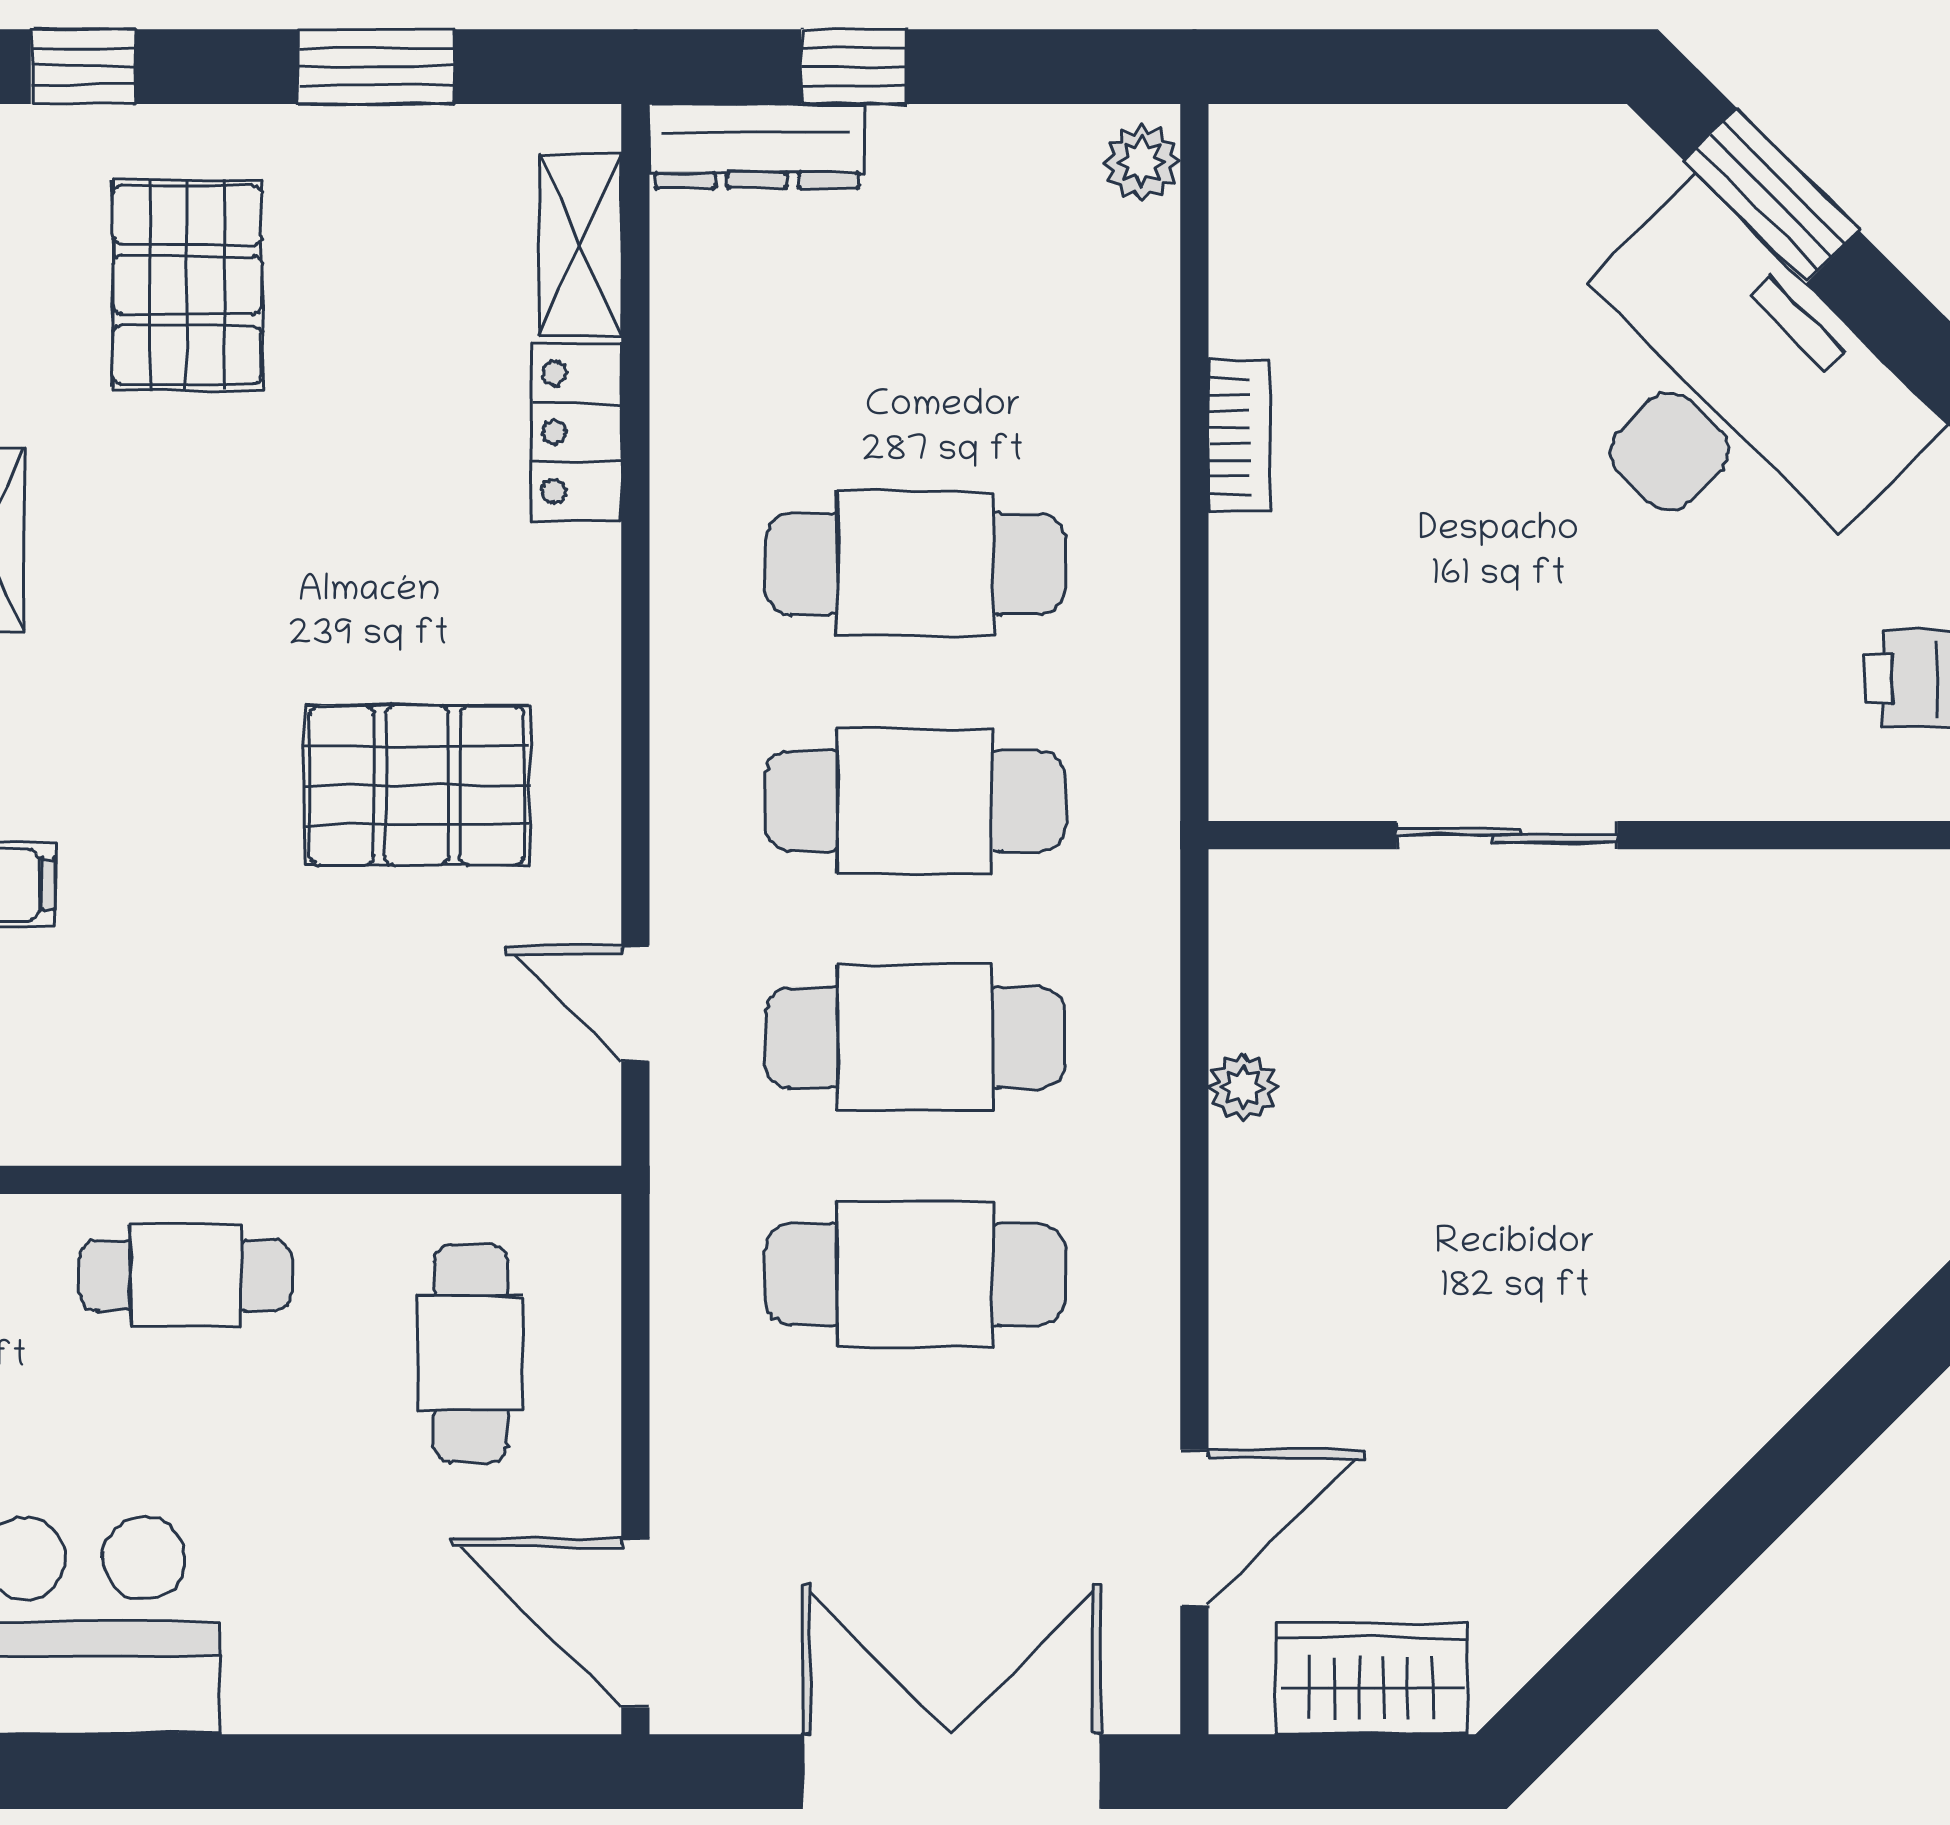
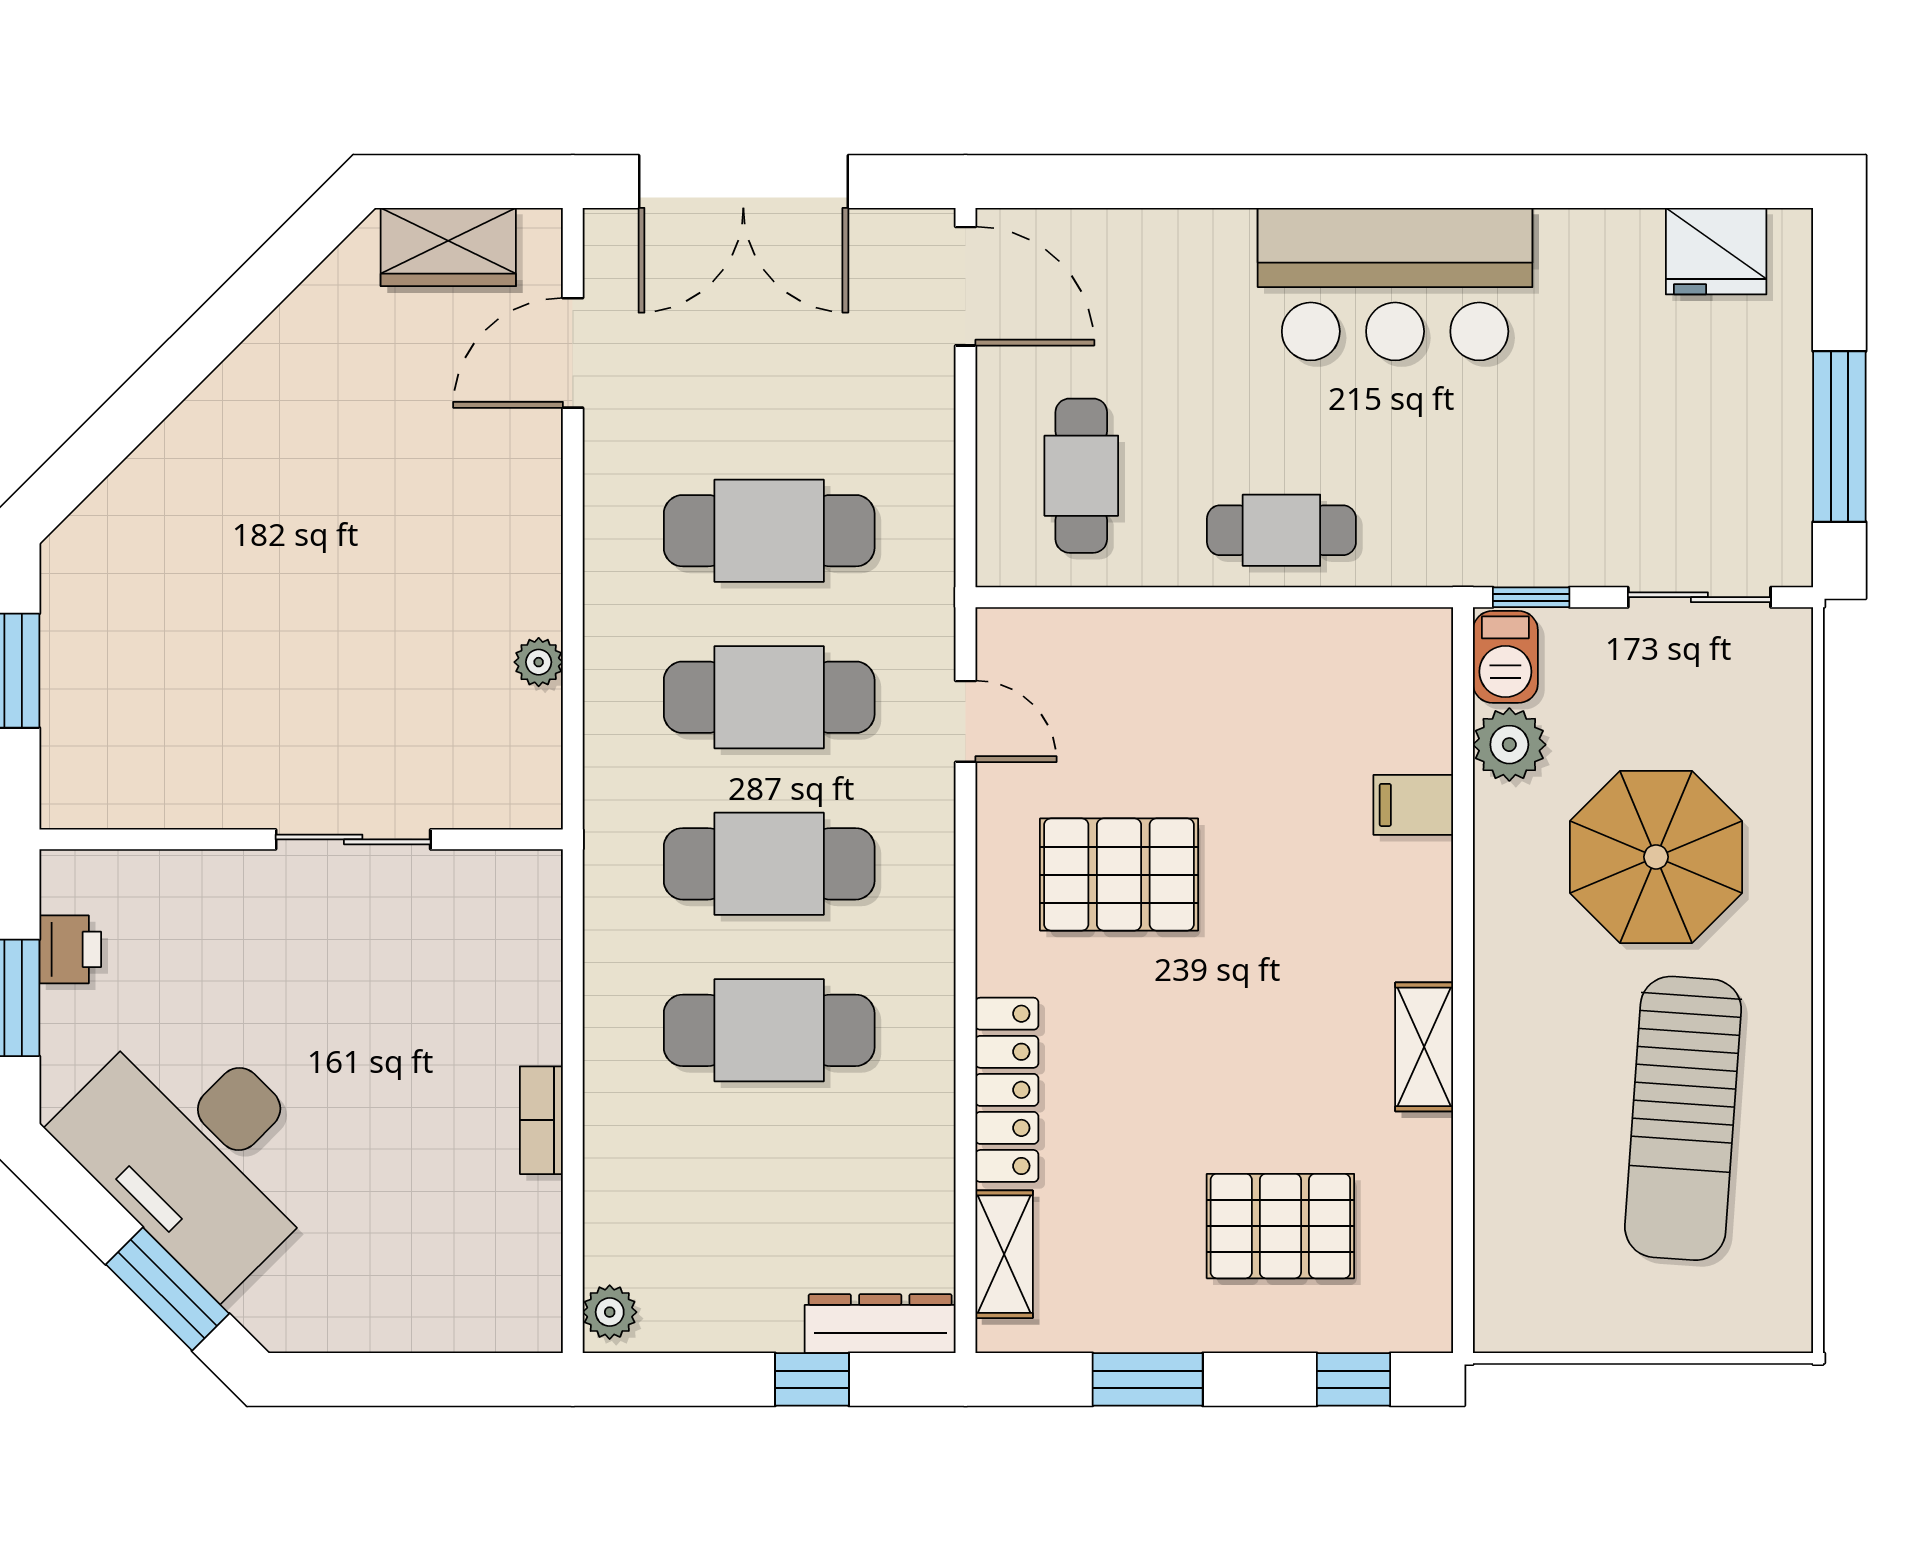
pallet: (187, 285) -> (1280, 1226), turned 90
locker: (577, 432) -> (1007, 1090), width x1.53

